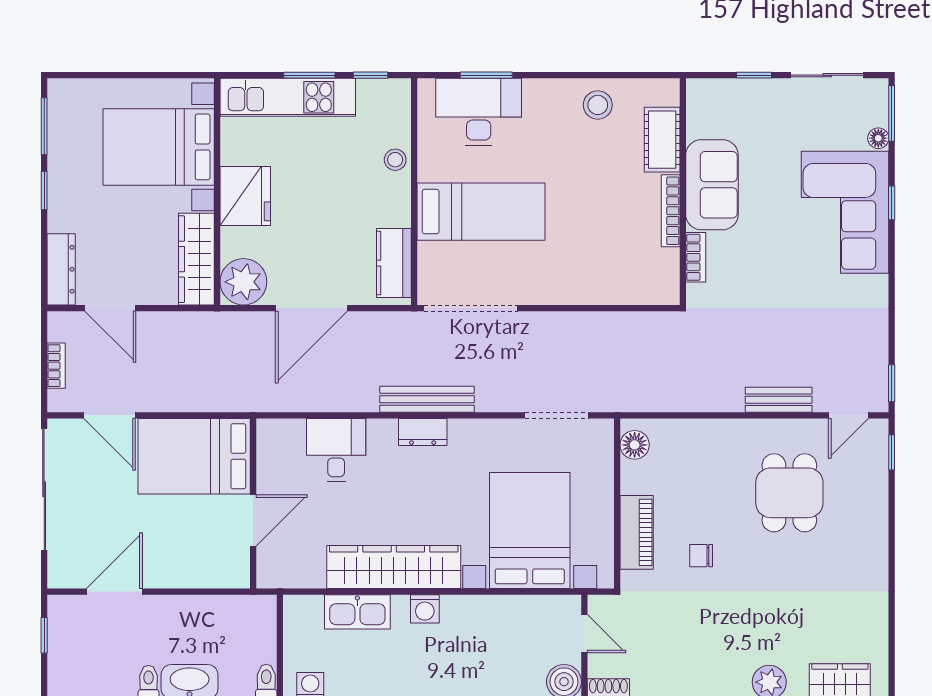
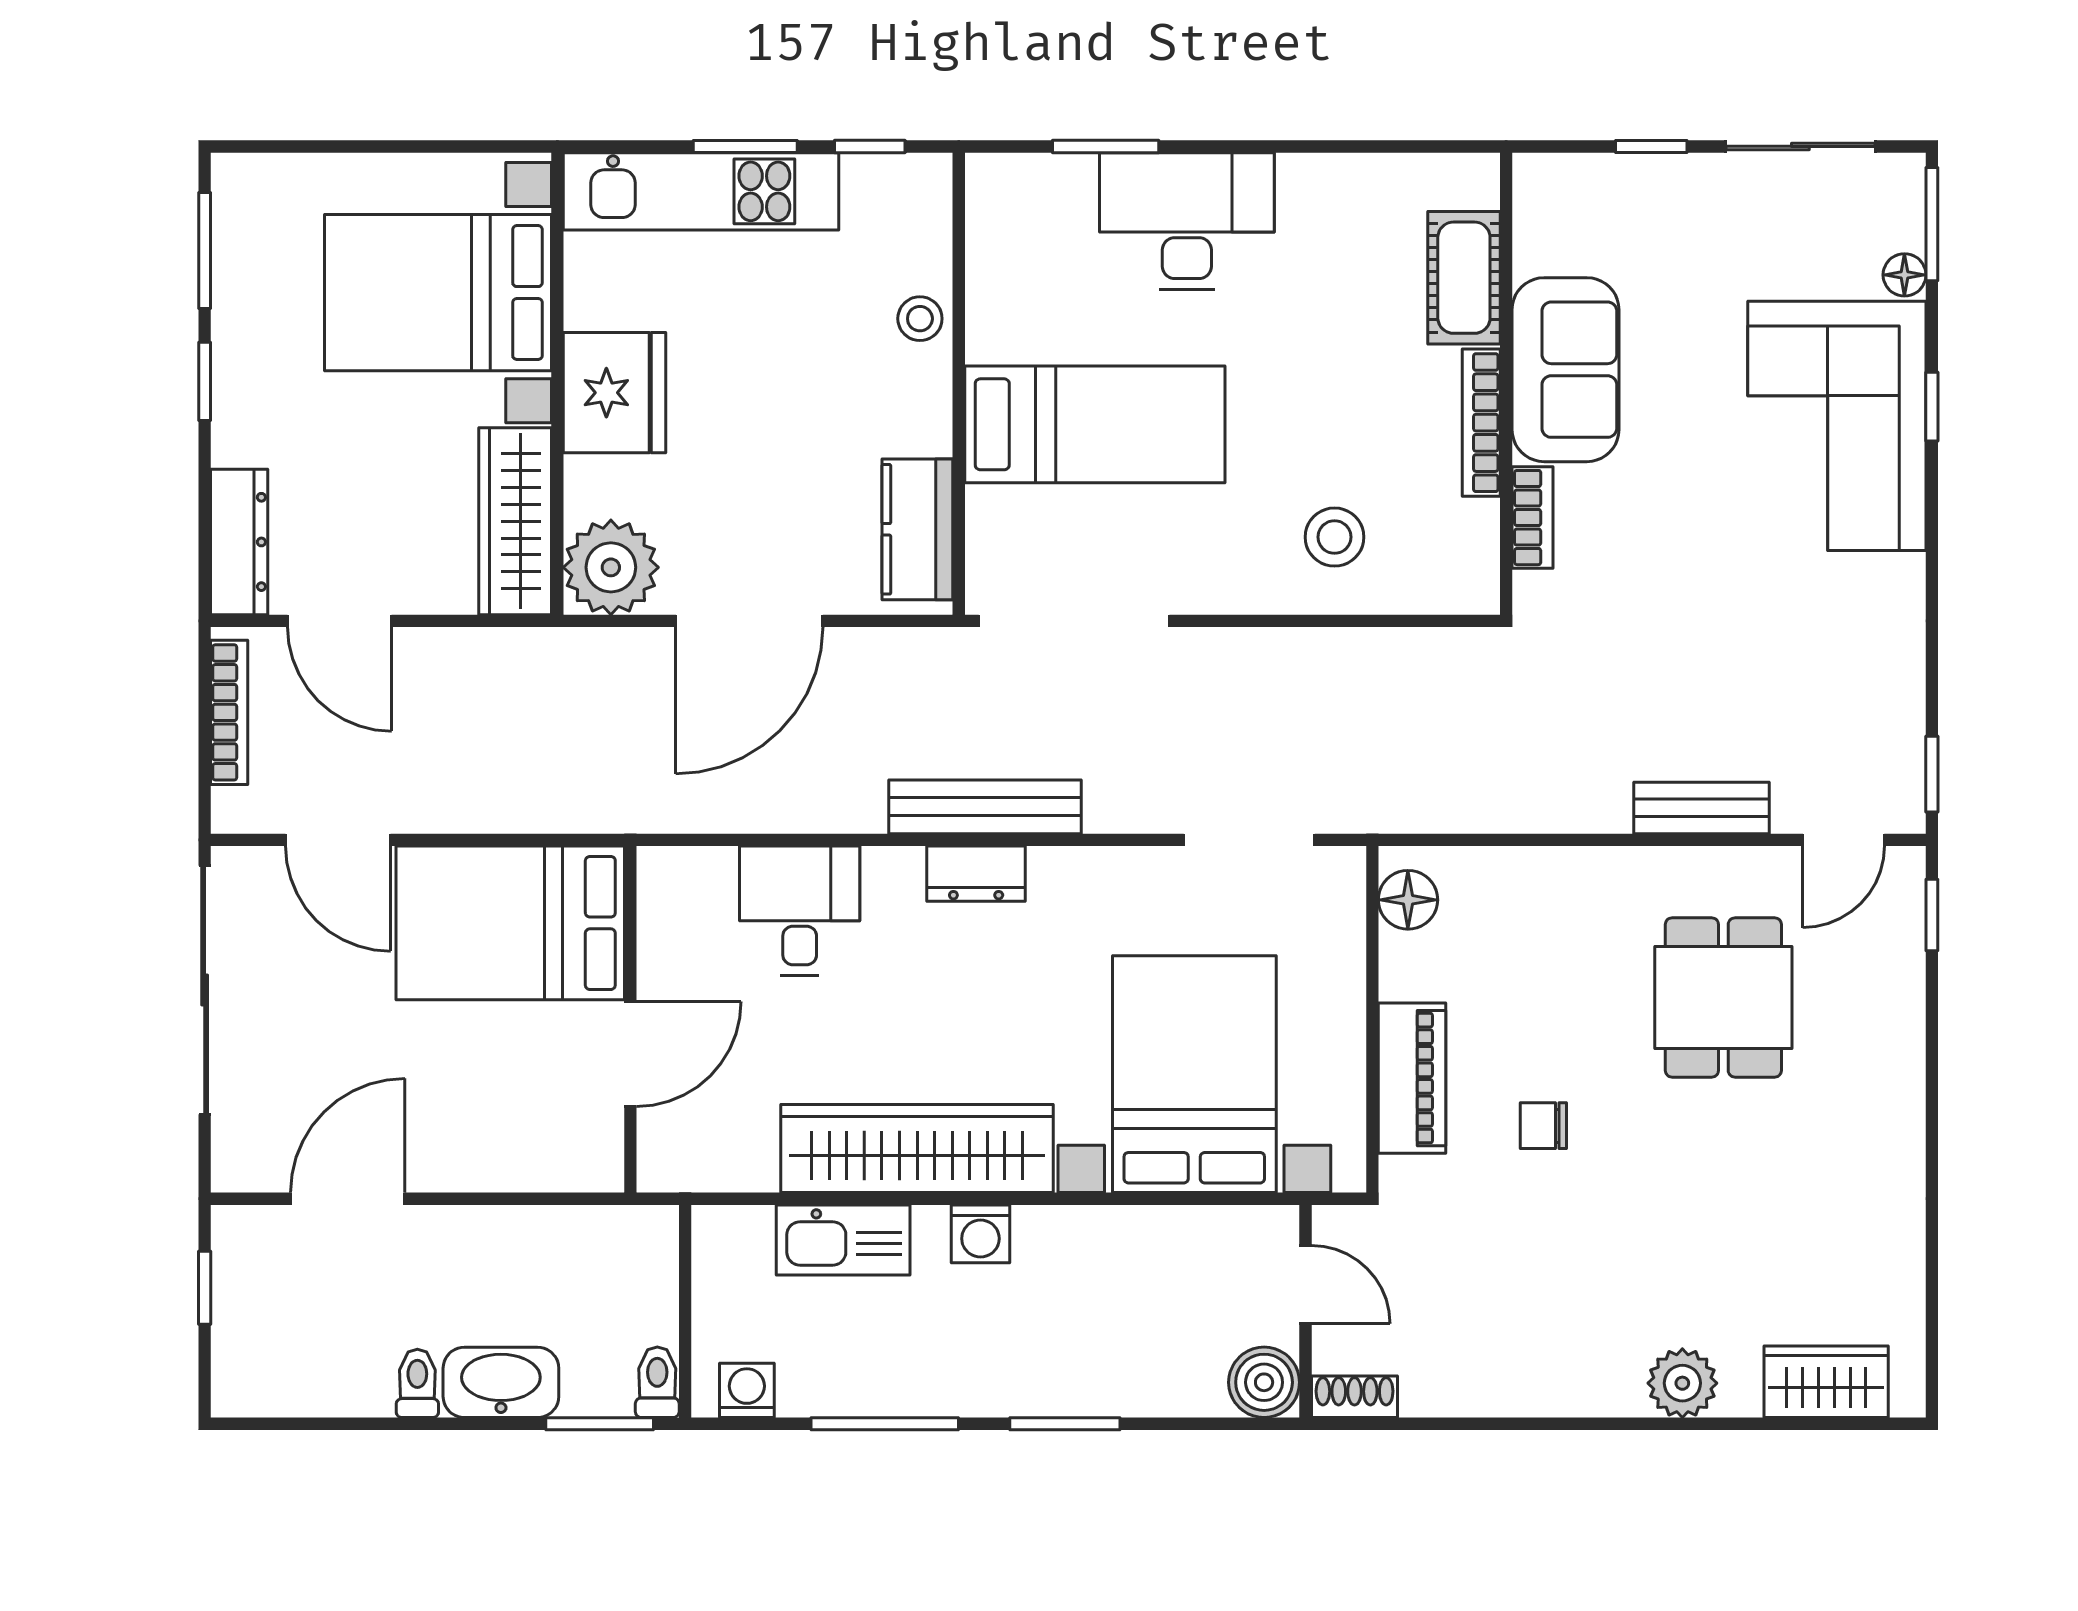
stool: (598, 105) -> (1335, 537), moved
desk: (479, 112) -> (1187, 221), moved
bookcase: (56, 366) -> (229, 712), width x1.56

